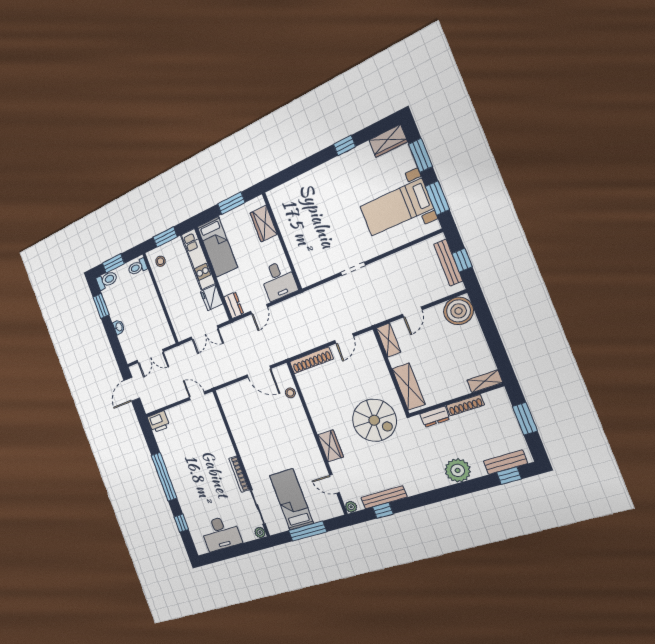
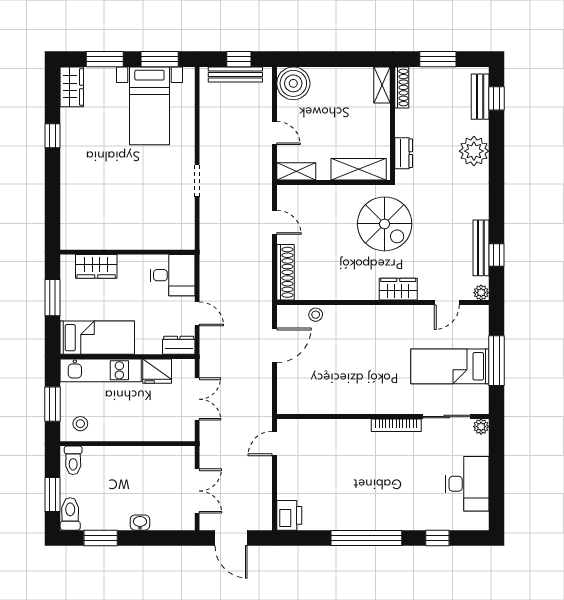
shoe rack: (465, 405) -> (402, 87), moved
spiral stairs: (374, 420) -> (385, 224), turned 90

